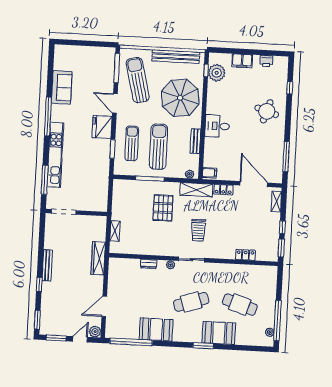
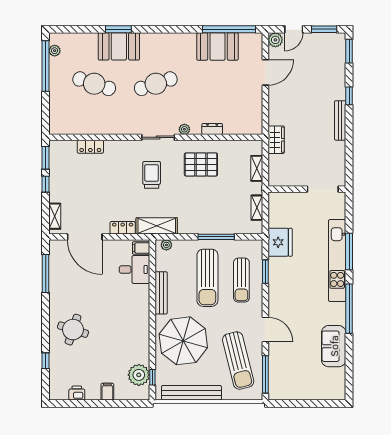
filing cabinet: (242, 61) -> (107, 392), width x0.50
desk: (217, 126) -> (135, 270), moved
fridge: (102, 127) -> (280, 242), moved
bench: (195, 141) -> (161, 293), width x1.36
window: (45, 180) -> (349, 252), moved
shelving: (116, 200) -> (257, 208), added
pallet: (163, 208) -> (201, 164), moved, turned 90
wardrobe: (98, 258) -> (276, 140), width x0.67
booth: (156, 330) -> (217, 46), moved
window: (203, 346) -> (118, 29), moved

